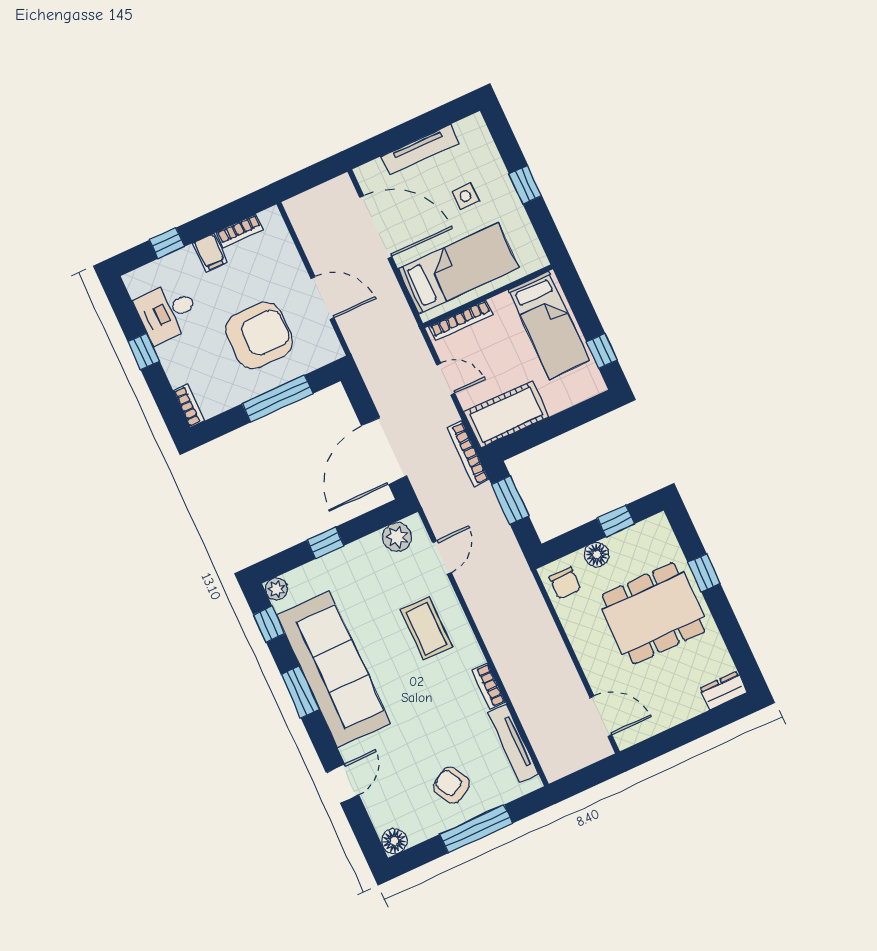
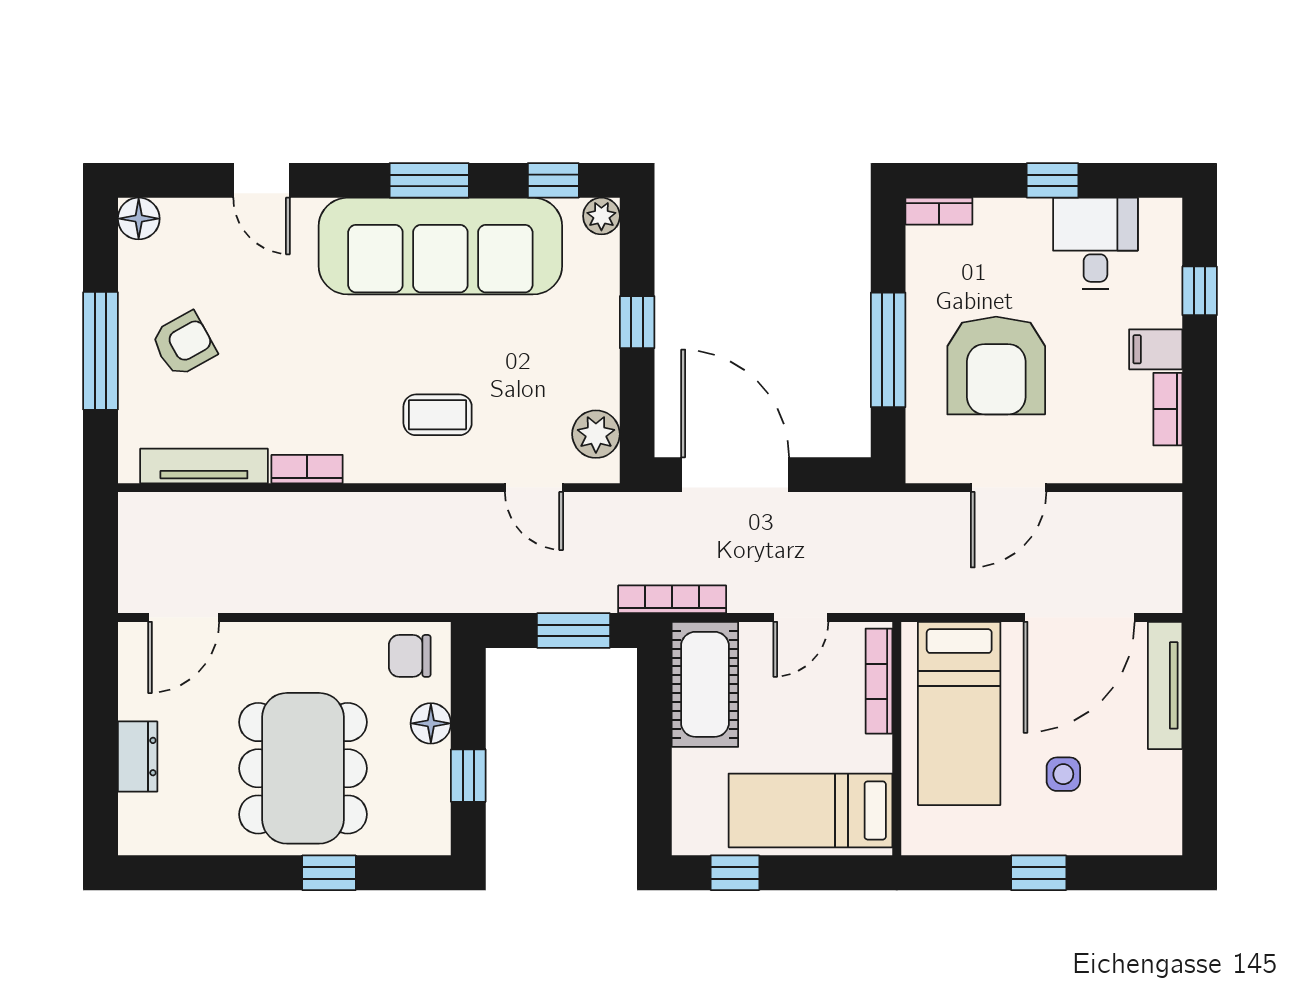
tv unit: (420, 150) -> (1165, 685), moved
coffee table: (426, 629) -> (438, 415), width x0.73, depth x0.77
dresser: (723, 691) -> (138, 757), moved

